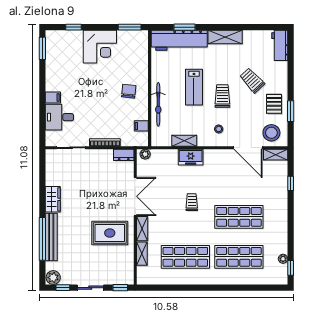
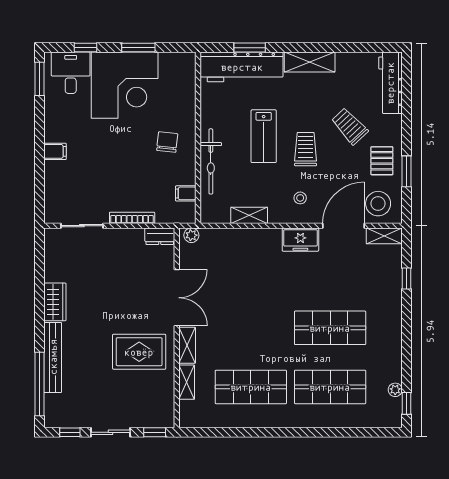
window: (130, 27) -> (138, 48), moved
workbench: (280, 45) -> (390, 83), width x1.38
corner desk: (100, 47) -> (125, 85), width x1.36, depth x1.36
desk: (59, 117) -> (71, 73), moved, turned 90
door: (248, 148) -> (344, 226), swing flipped
freezer: (191, 157) -> (300, 240), moved
trolley: (192, 202) -> (260, 306), removed
window: (42, 239) -> (39, 384), moved
plant: (53, 278) -> (56, 417), removed

